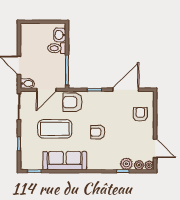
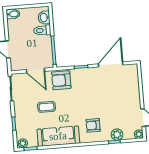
bidet: (27, 84) -> (13, 14), moved
door: (46, 90) -> (36, 71), hinge flipped
armchair: (140, 114) -> (126, 87), removed
coffee table: (55, 129) -> (47, 107), width x0.54, depth x0.58
armchair: (98, 132) -> (93, 125), moved
plant: (139, 165) -> (23, 143), moved

